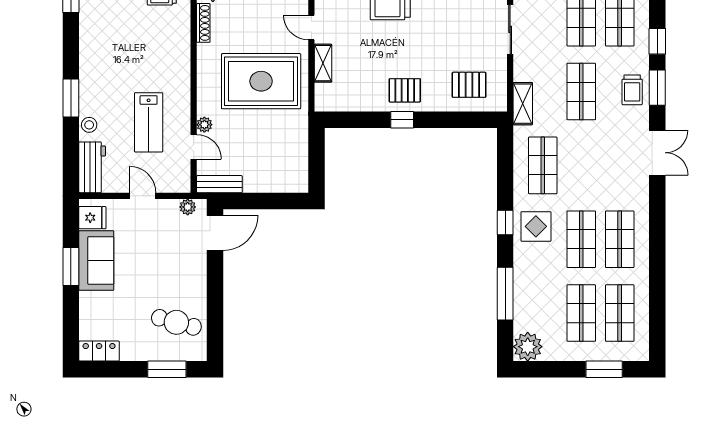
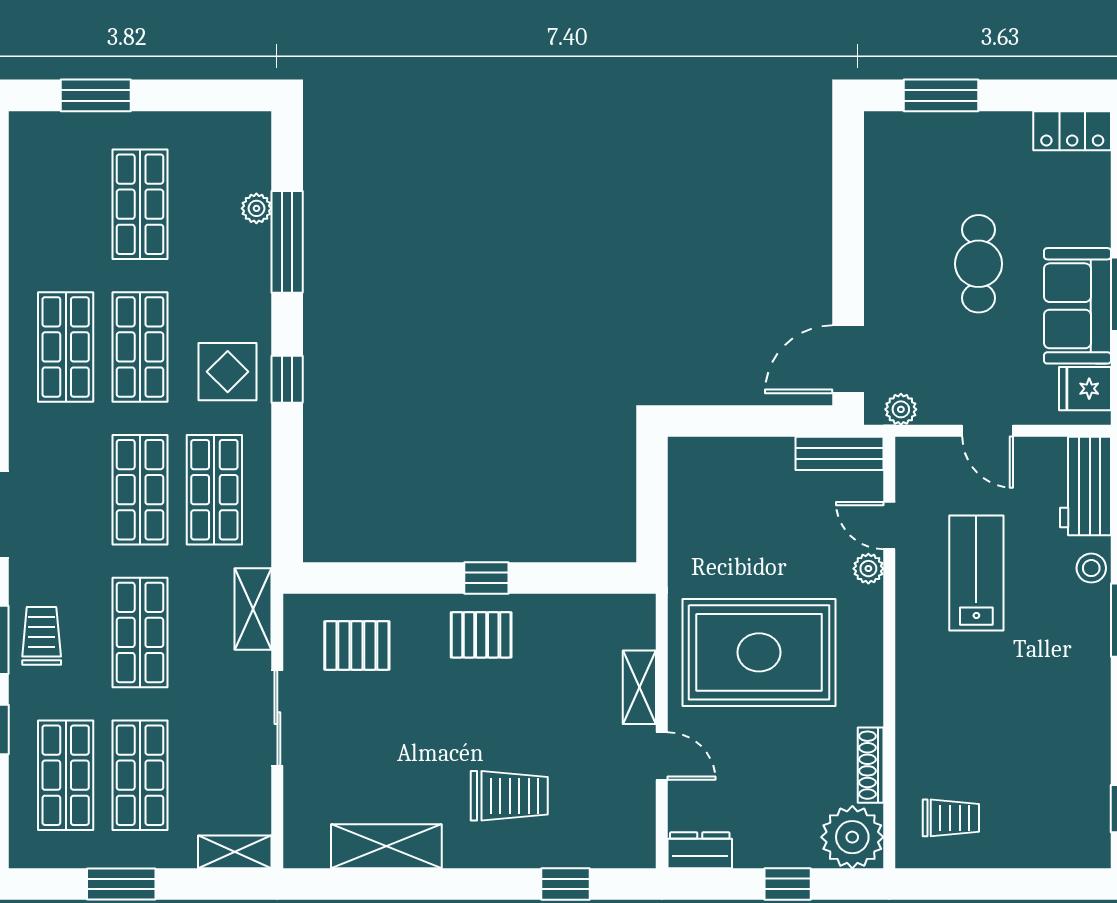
sliding door: (510, 29) -> (277, 718), moved
shop shelf: (620, 313) -> (140, 490), moved
cafe table: (176, 322) -> (979, 264), moved, turned 75
plant: (528, 347) -> (256, 208), moved, width x0.53, depth x0.53

